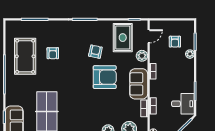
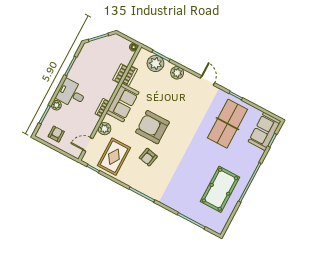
armchair: (175, 42) -> (56, 134), moved
armchair: (53, 53) -> (191, 178), removed
desk: (183, 104) -> (71, 94), moved

